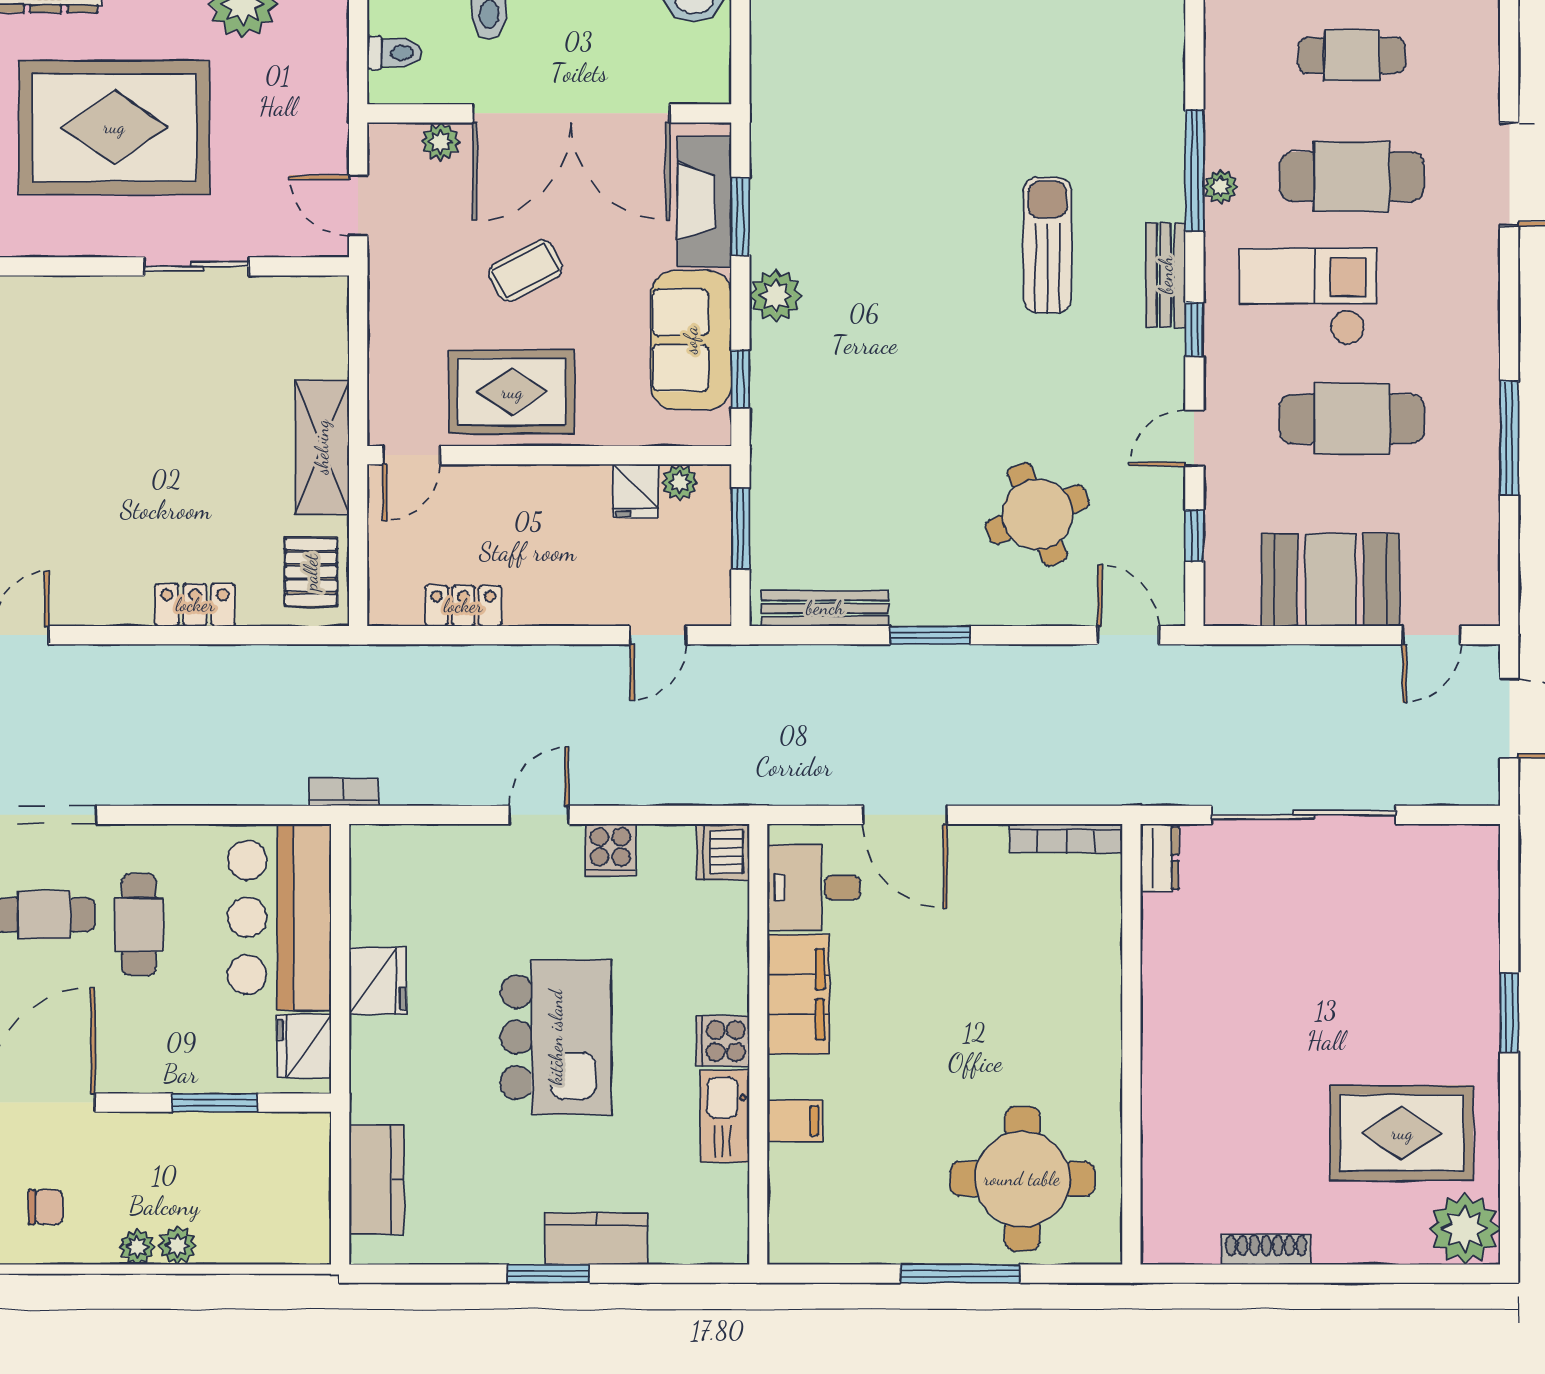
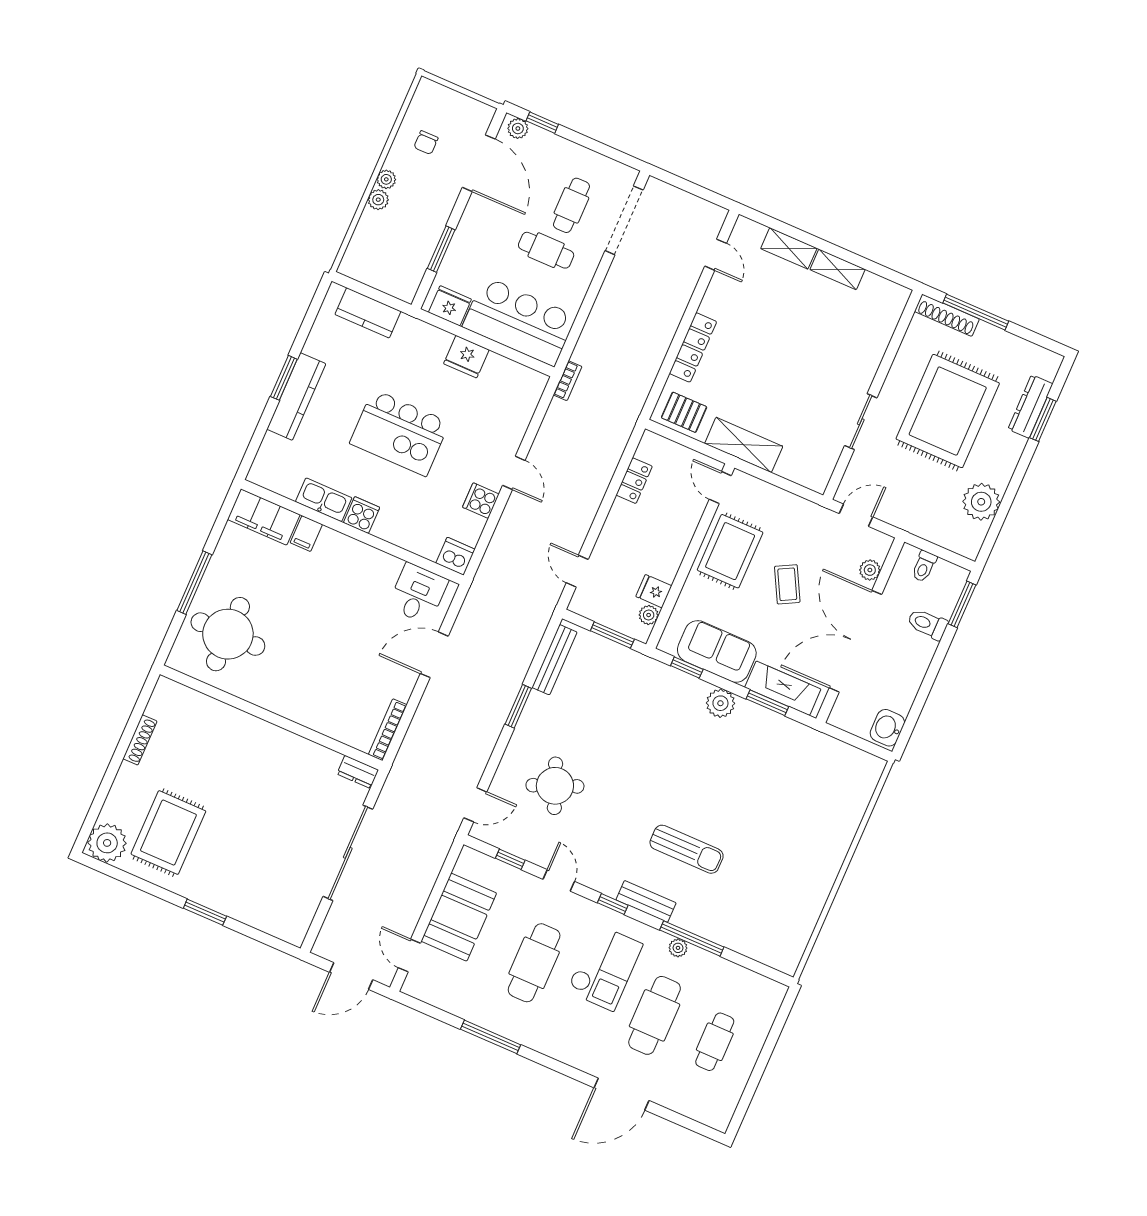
locker: (195, 605) -> (693, 347), width x1.53
filing cabinet: (798, 994) -> (264, 517), moved
kitchen counter: (596, 1239) -> (296, 396), width x1.50

